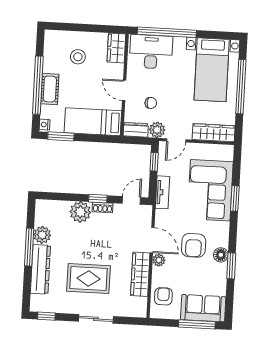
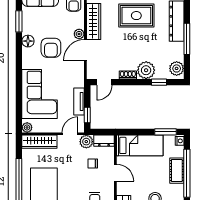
plant: (228, 151) -> (27, 127), added
tv unit: (162, 192) -> (79, 101), moved
window: (235, 198) -> (19, 88), removed
window: (98, 199) -> (159, 82), moved
plant: (42, 235) -> (177, 68), moved
door: (152, 240) -> (85, 50), hinge flipped
armchair: (194, 245) -> (51, 48), turned 180
window: (231, 266) -> (19, 21), moved

